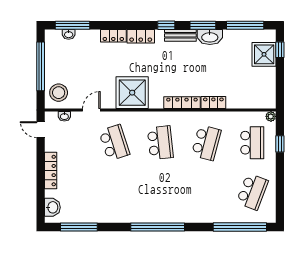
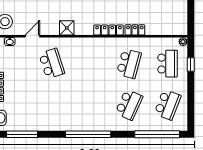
shower: (132, 93) -> (67, 28), width x0.54, depth x0.54
school desk: (160, 143) -> (129, 105), moved, turned 30

